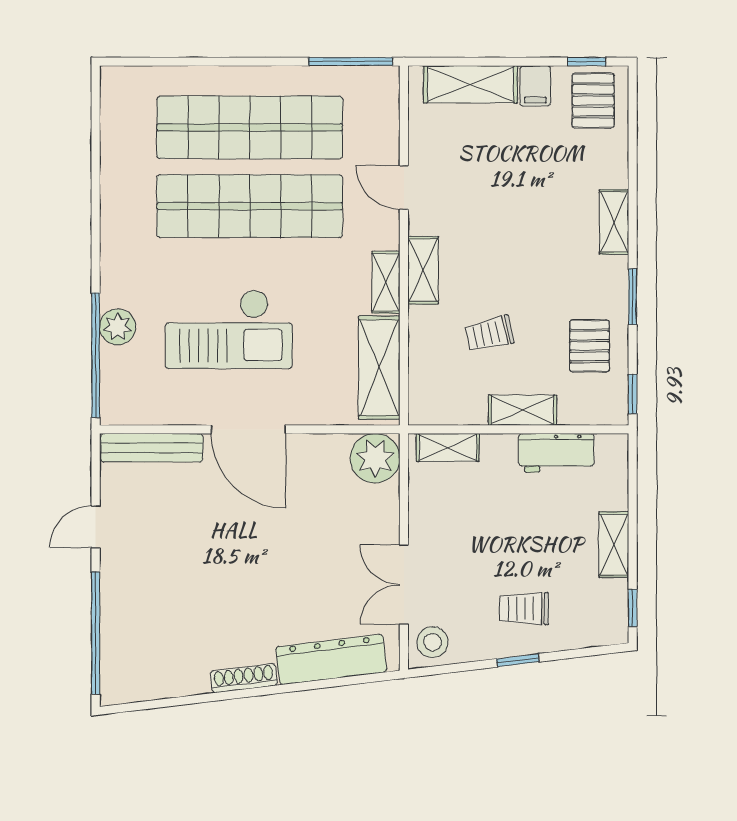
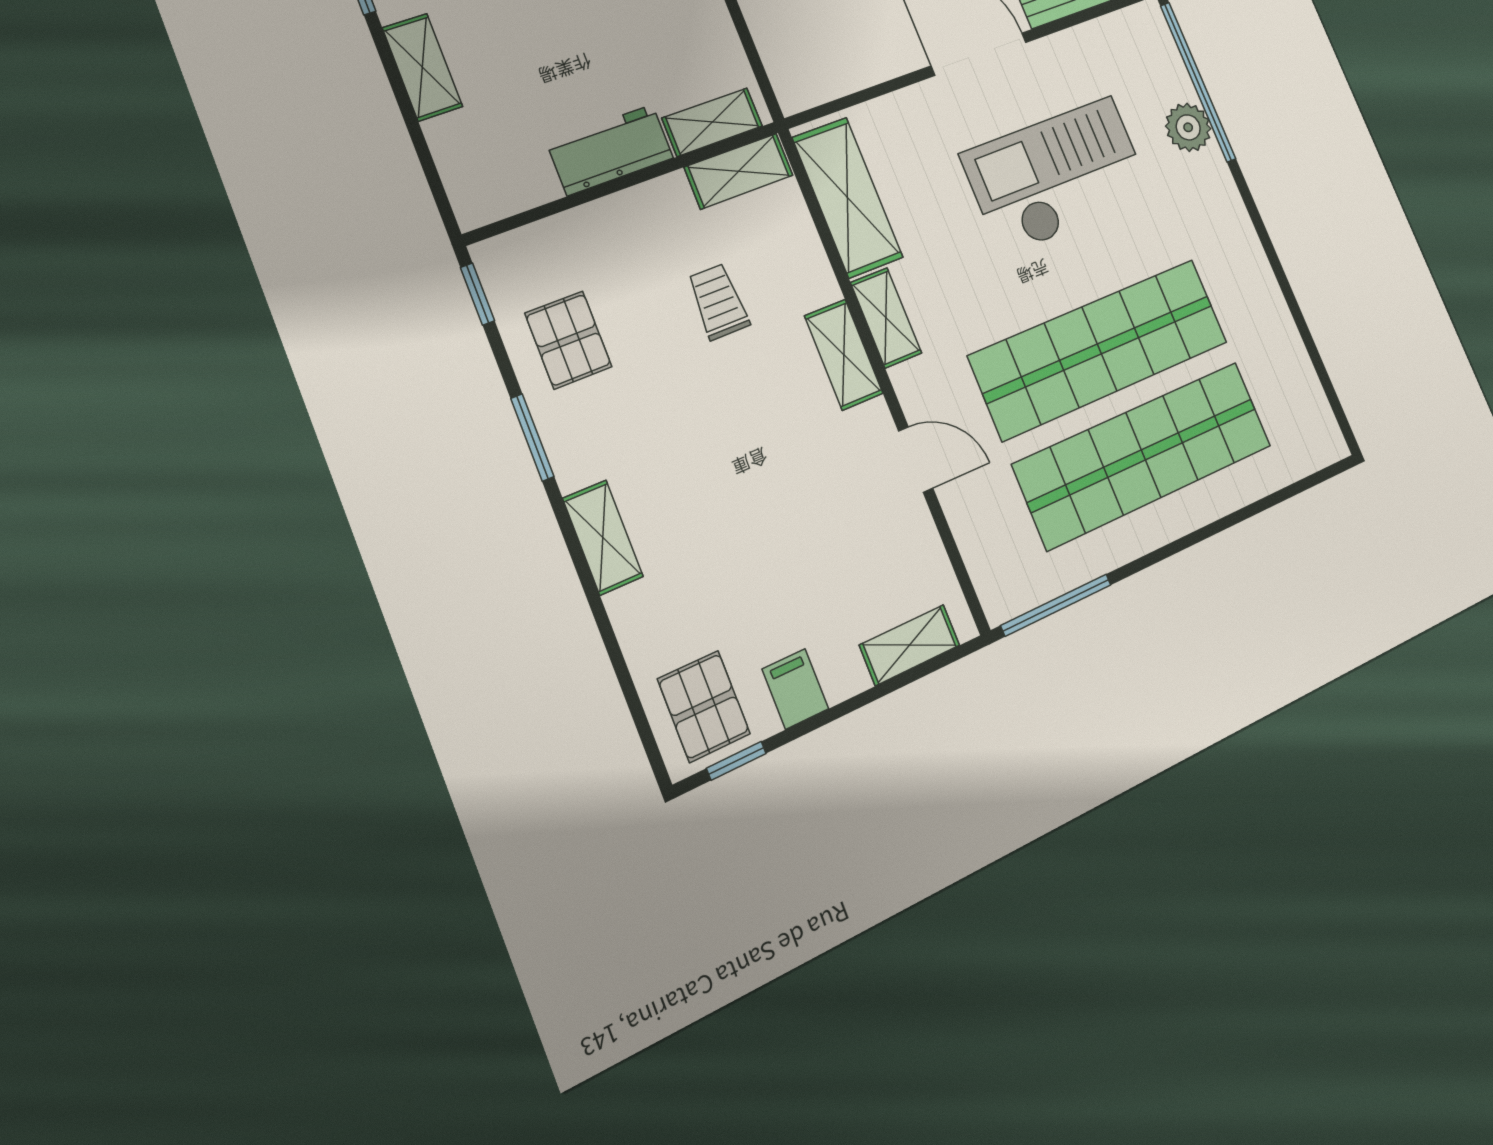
shelving: (471, 84) -> (910, 645), width x0.67, depth x0.75
trolley: (489, 334) -> (718, 302), turned -77
shelving: (523, 410) -> (739, 171), moved
workbench: (556, 453) -> (610, 150), moved
plant: (375, 458) -> (803, 73), removed

